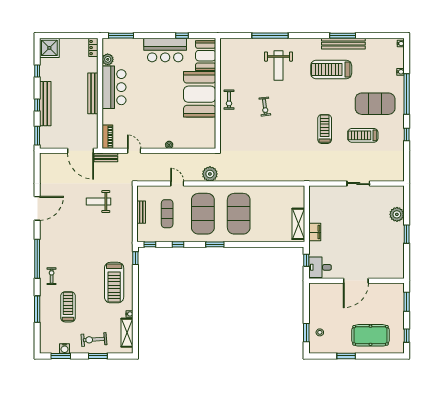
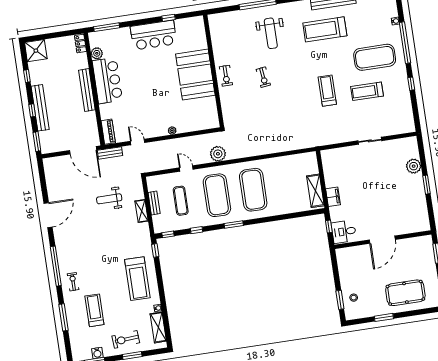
booth: (206, 56) -> (196, 35), removed
shelving: (128, 218) -> (142, 211), added

